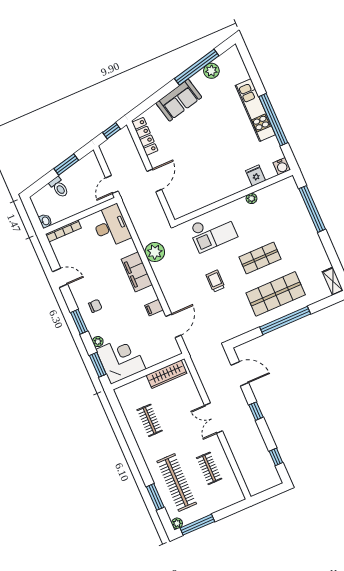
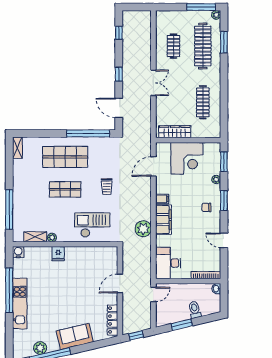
fridge: (256, 176) -> (58, 254), moved
shelving: (270, 191) -> (35, 237), added
filing cabinet: (154, 308) -> (162, 199), moved
window: (285, 321) -> (88, 133), moved
corner desk: (121, 359) -> (187, 158), moved, turned -90
clothes rail: (150, 420) -> (203, 102), width x1.36

